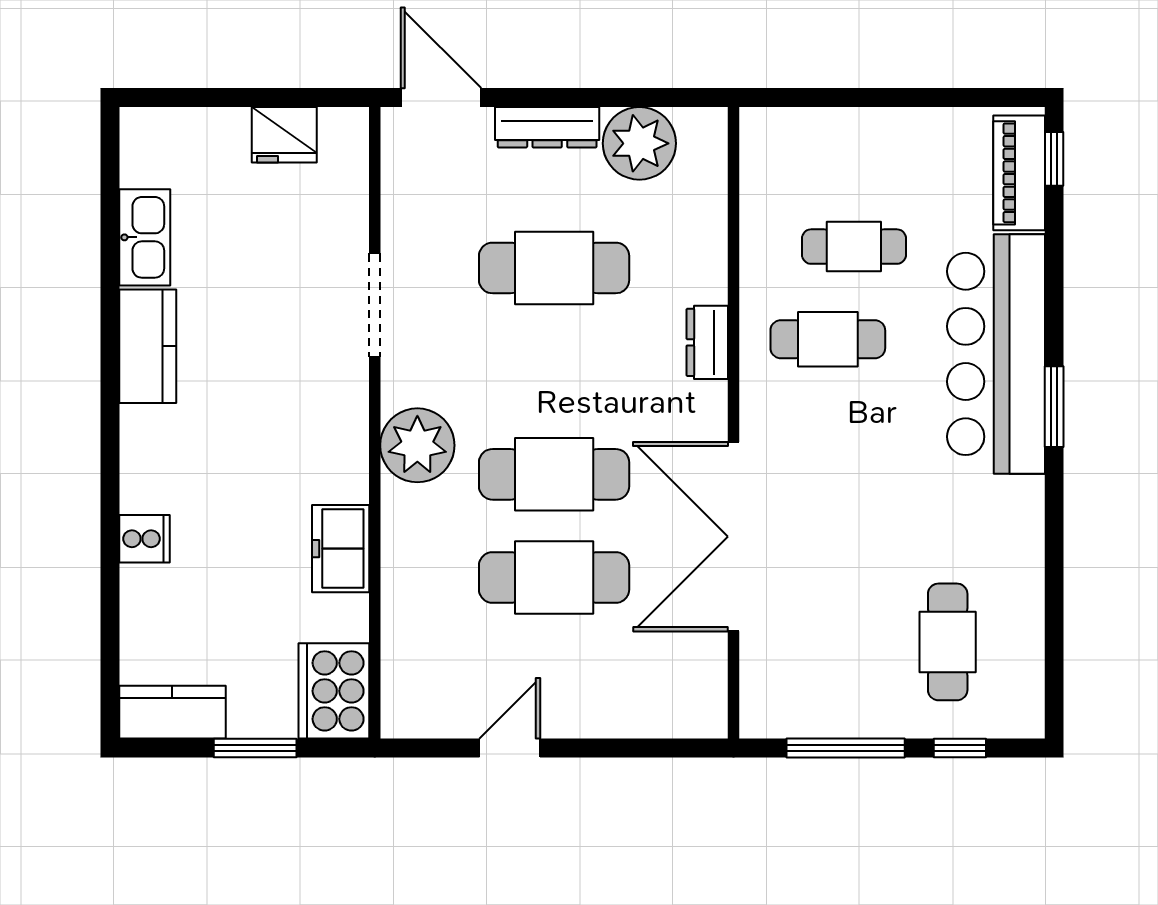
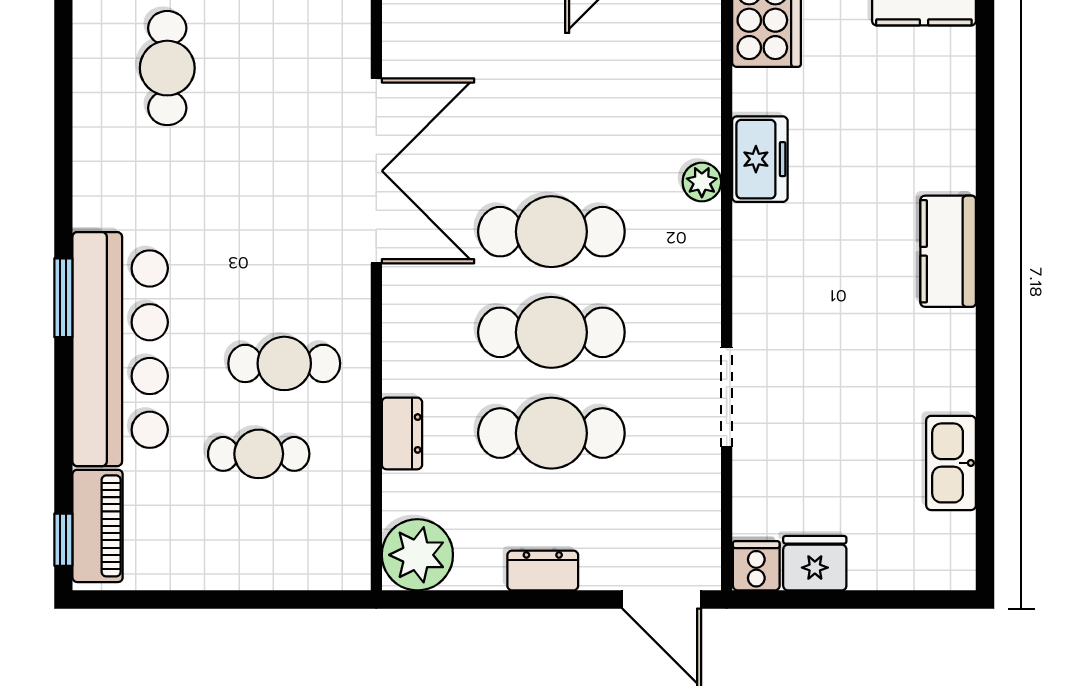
dresser: (547, 127) -> (543, 570), width x0.70
plant: (639, 143) -> (417, 555), moved
dresser: (707, 342) -> (402, 433), moved
kitchen counter: (148, 346) -> (948, 251), moved
plant: (417, 445) -> (702, 182), moved, width x0.53, depth x0.53
cooker: (145, 539) -> (756, 566), moved, turned 90
cafe table: (554, 578) -> (551, 332), moved

